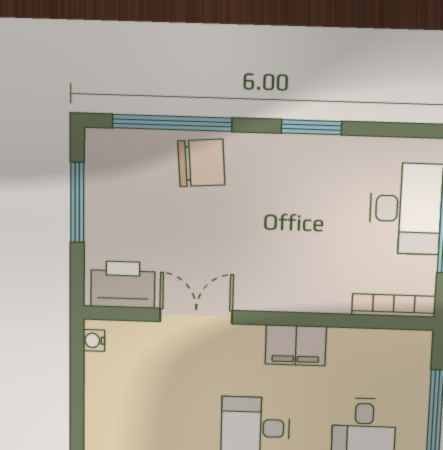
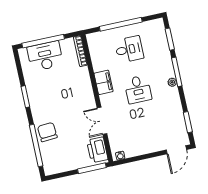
window: (77, 202) -> (92, 168), moved

